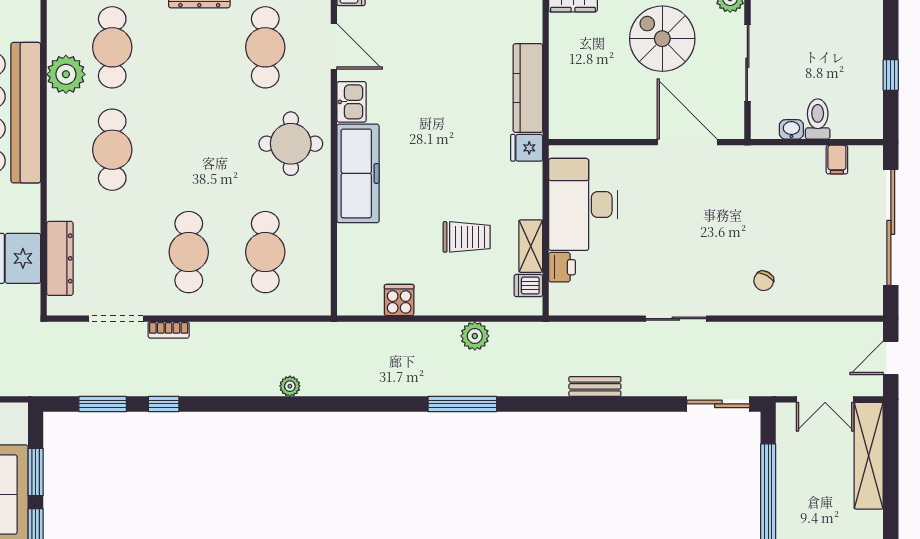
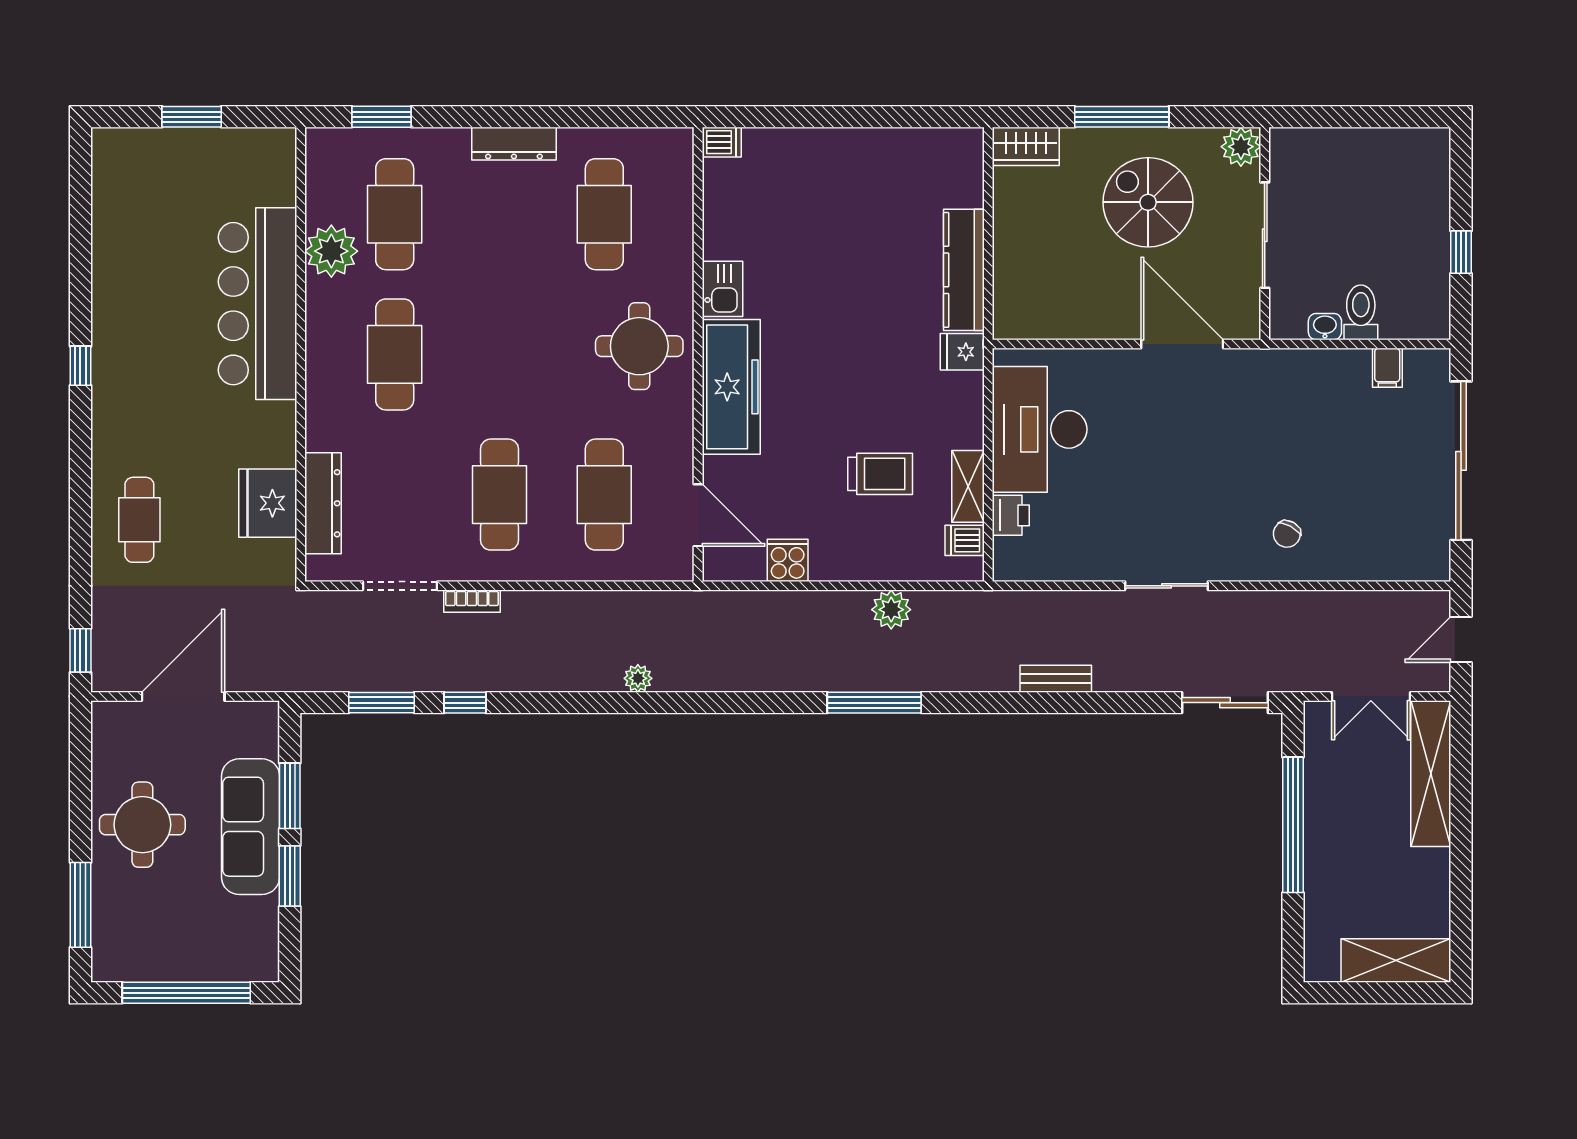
door: (334, 46) -> (698, 515), moved

